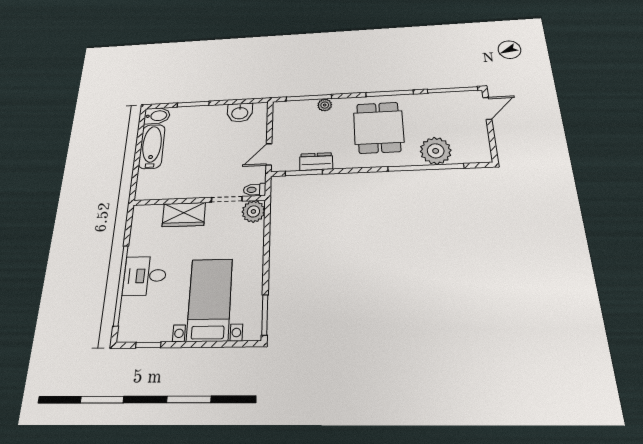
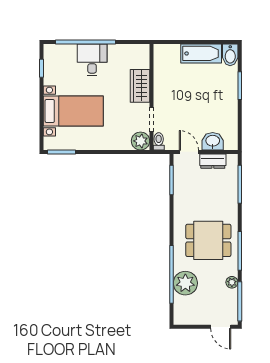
plant: (325, 105) -> (232, 282), moved
washbasin: (240, 113) -> (213, 141), moved, turned 90
dresser: (316, 162) -> (213, 161), moved, turned 90

